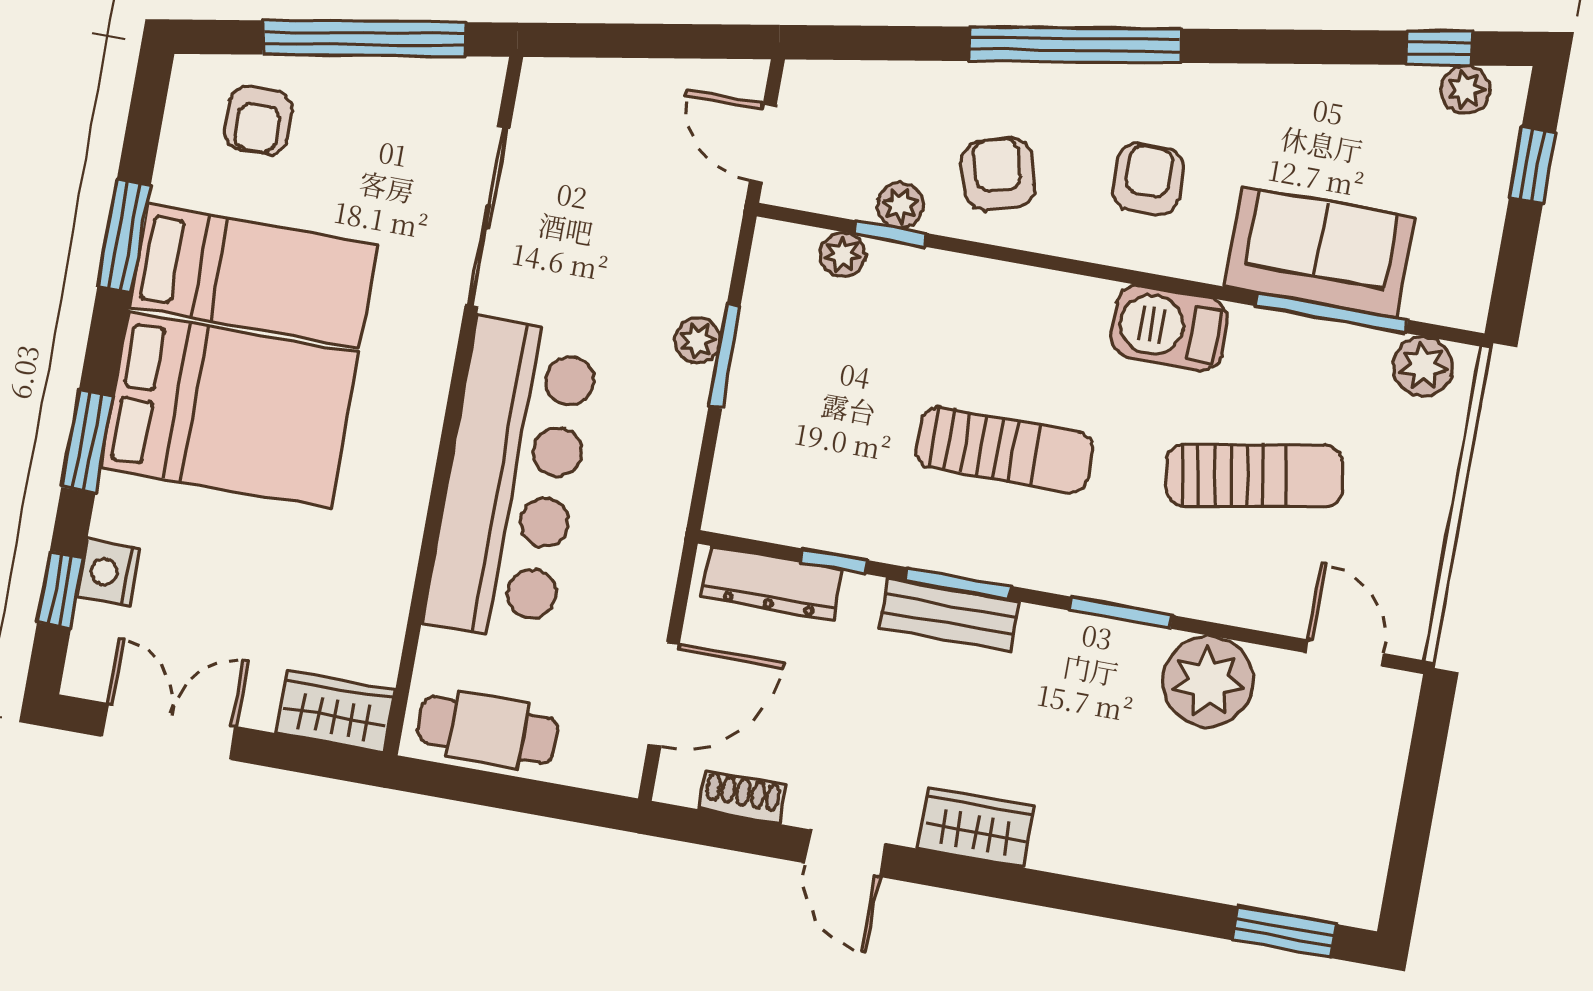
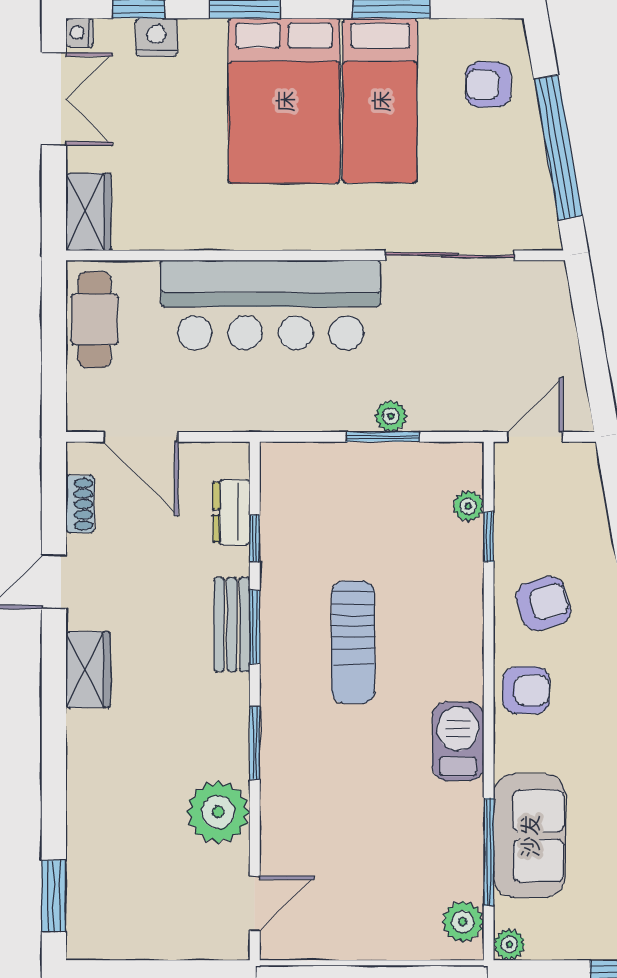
armchair: (1148, 179) -> (526, 690), moved
plant: (900, 205) -> (509, 944), moved
sun lounger: (1254, 475) -> (366, 819), removed
dresser: (772, 584) -> (231, 512), width x0.70
nightstand: (83, 679) -> (80, 33), added

